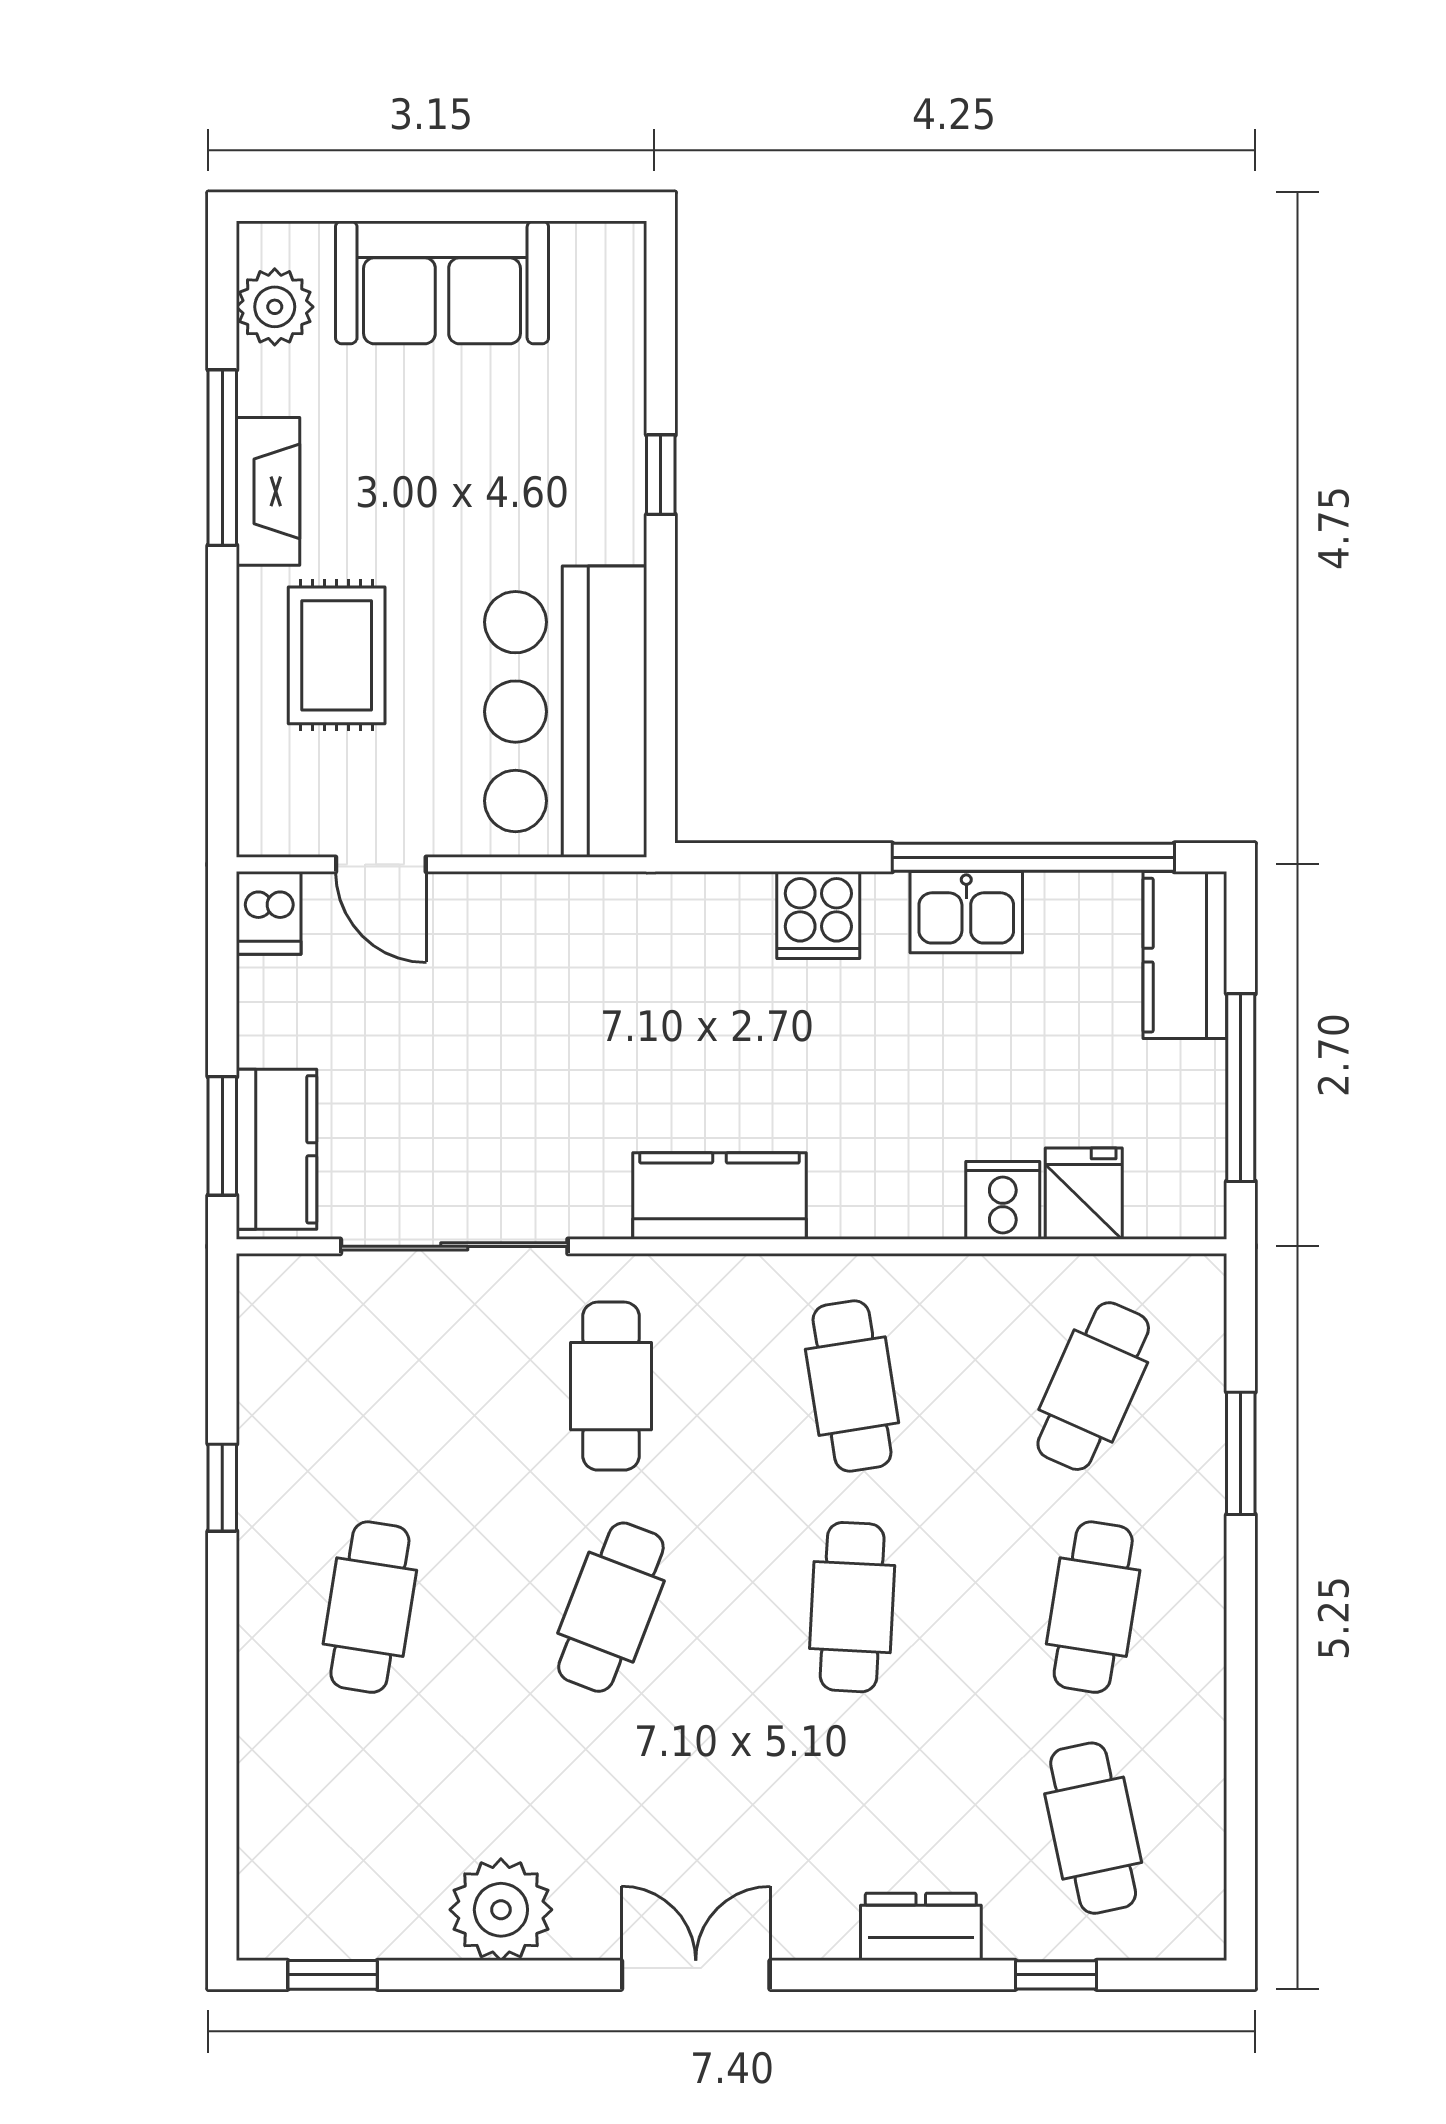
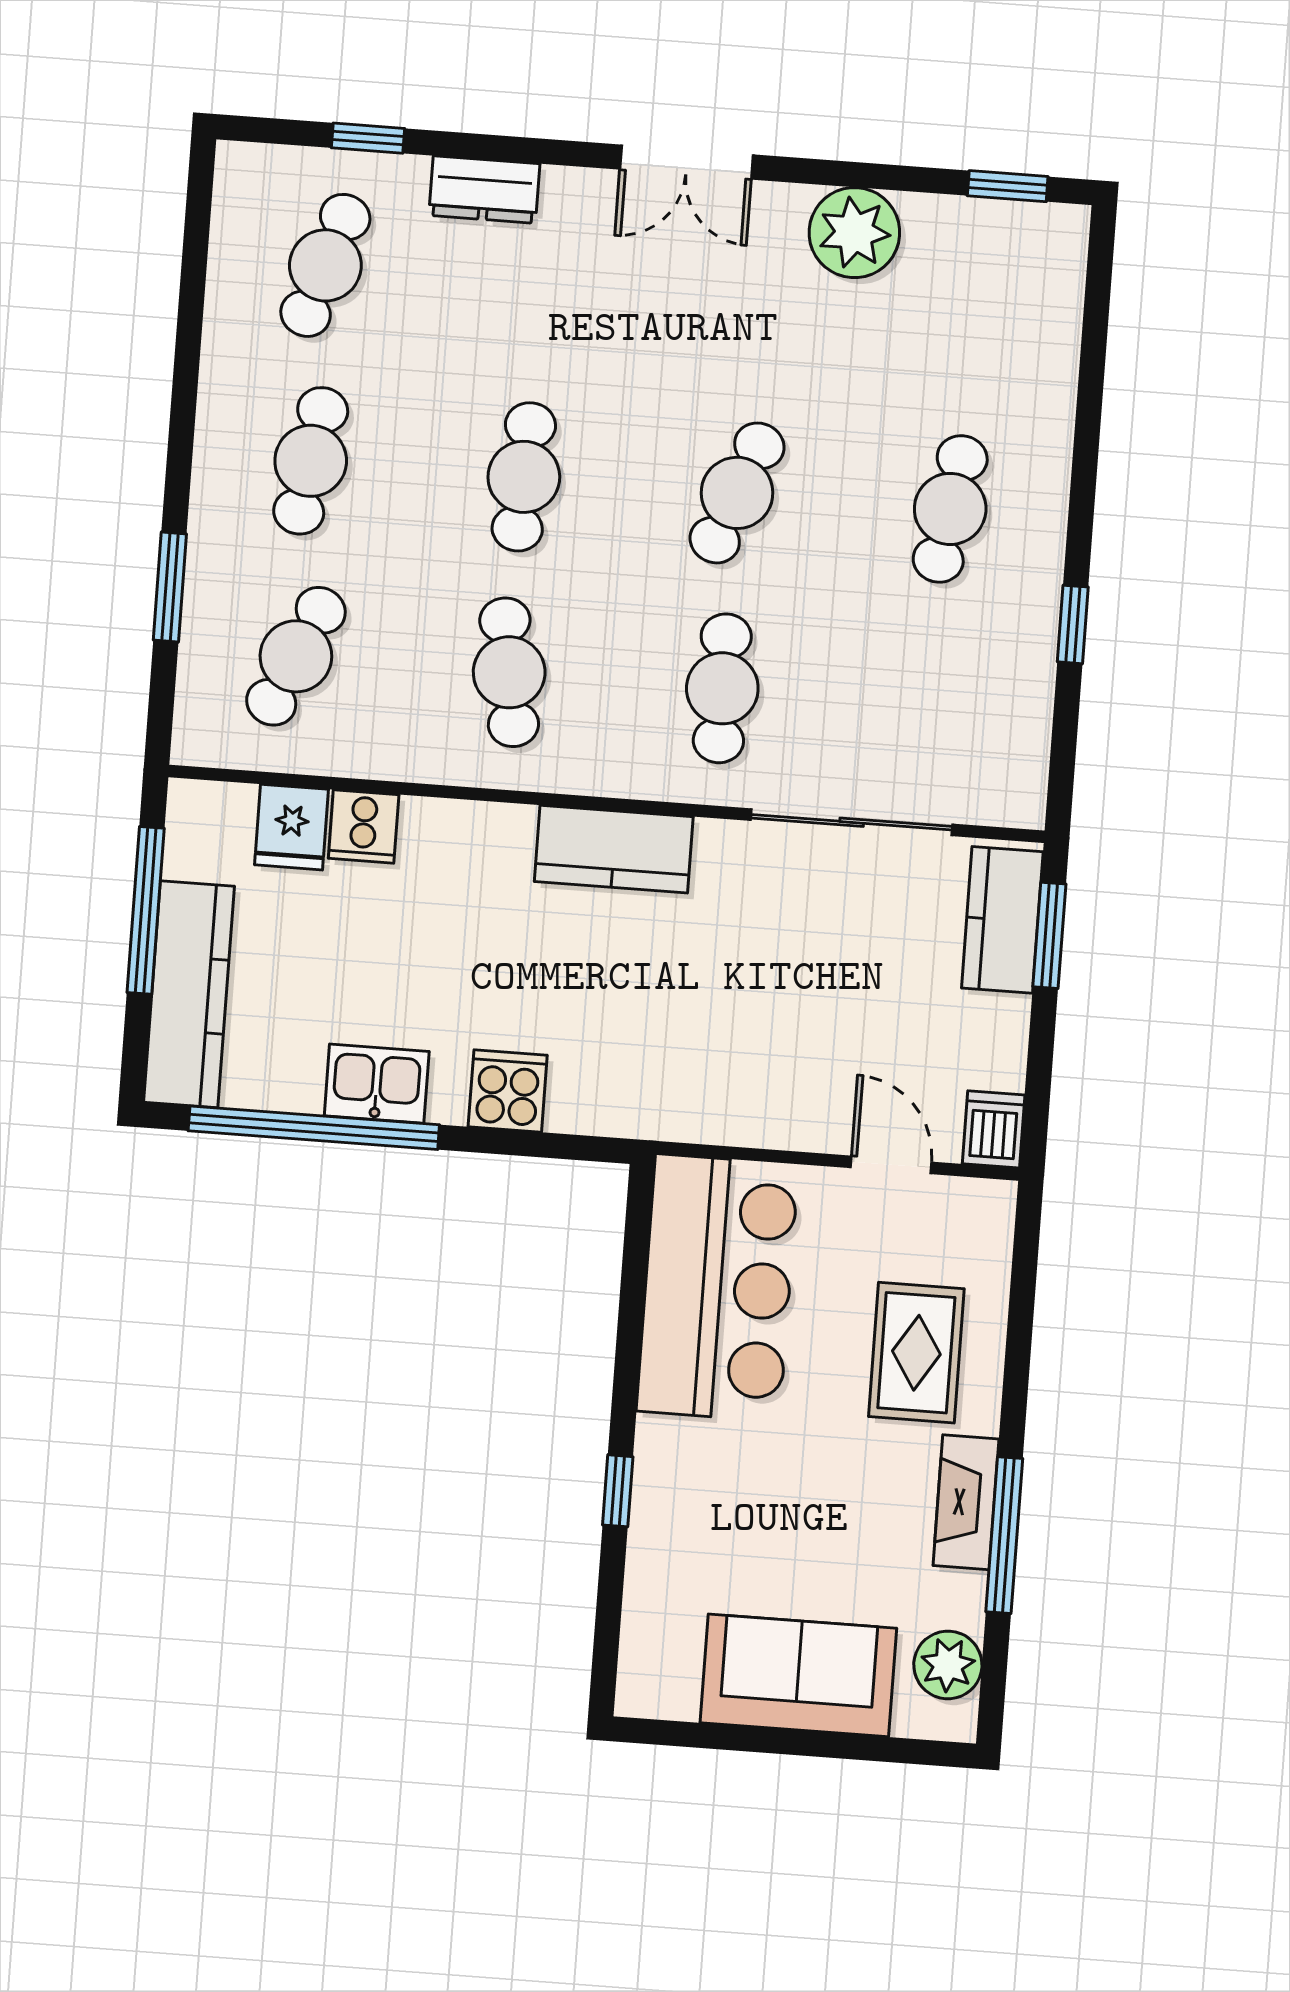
kitchen counter: (1185, 955) -> (189, 994), width x1.50
cafe table: (1093, 1828) -> (325, 265), turned 30

